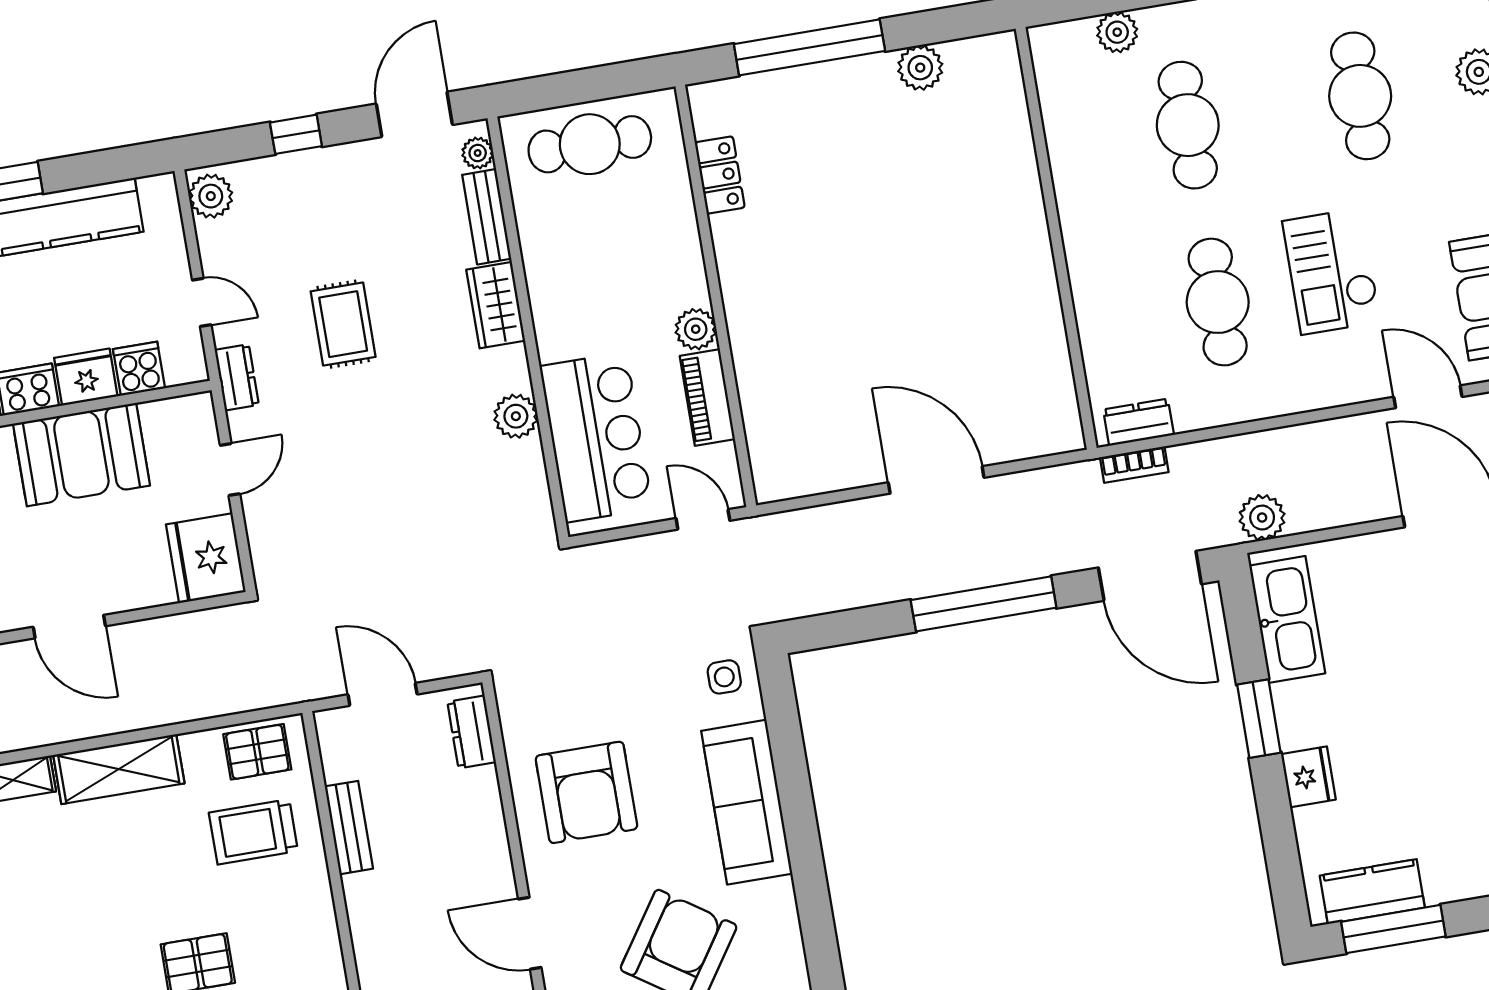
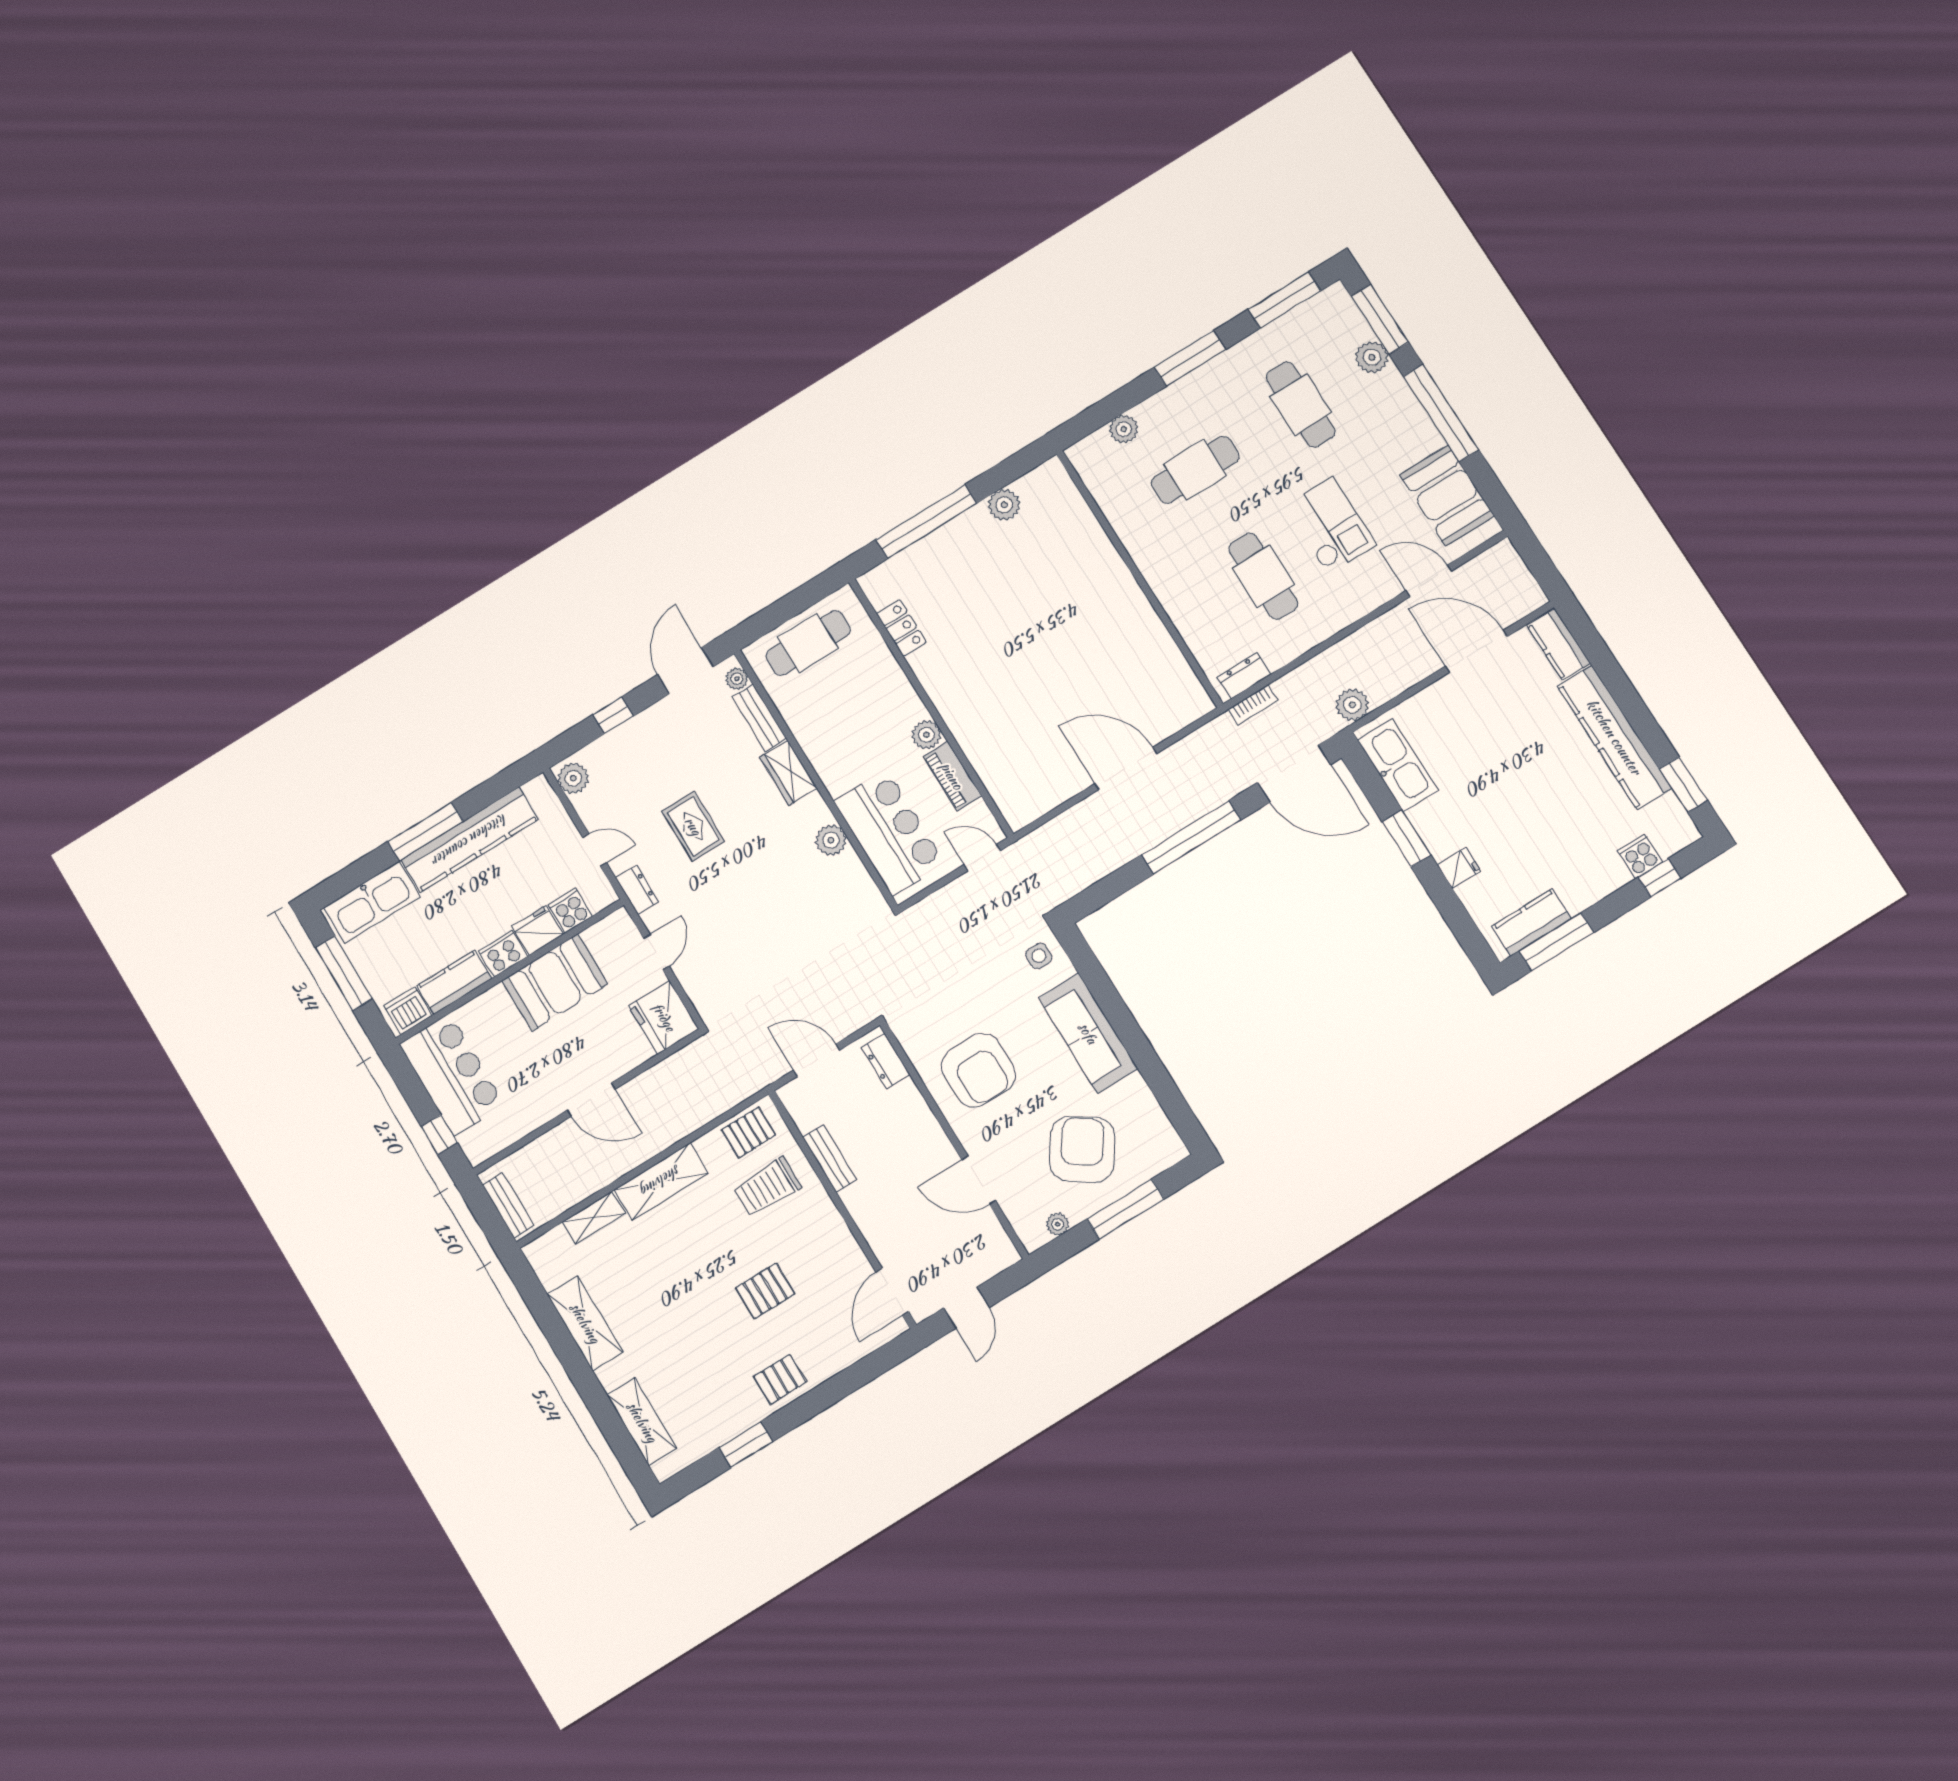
cafe table: (1188, 125) -> (1195, 470), turned 90
checkout: (1332, 271) -> (1330, 526), turned 180
fridge: (1308, 777) -> (1459, 868), width x0.72

